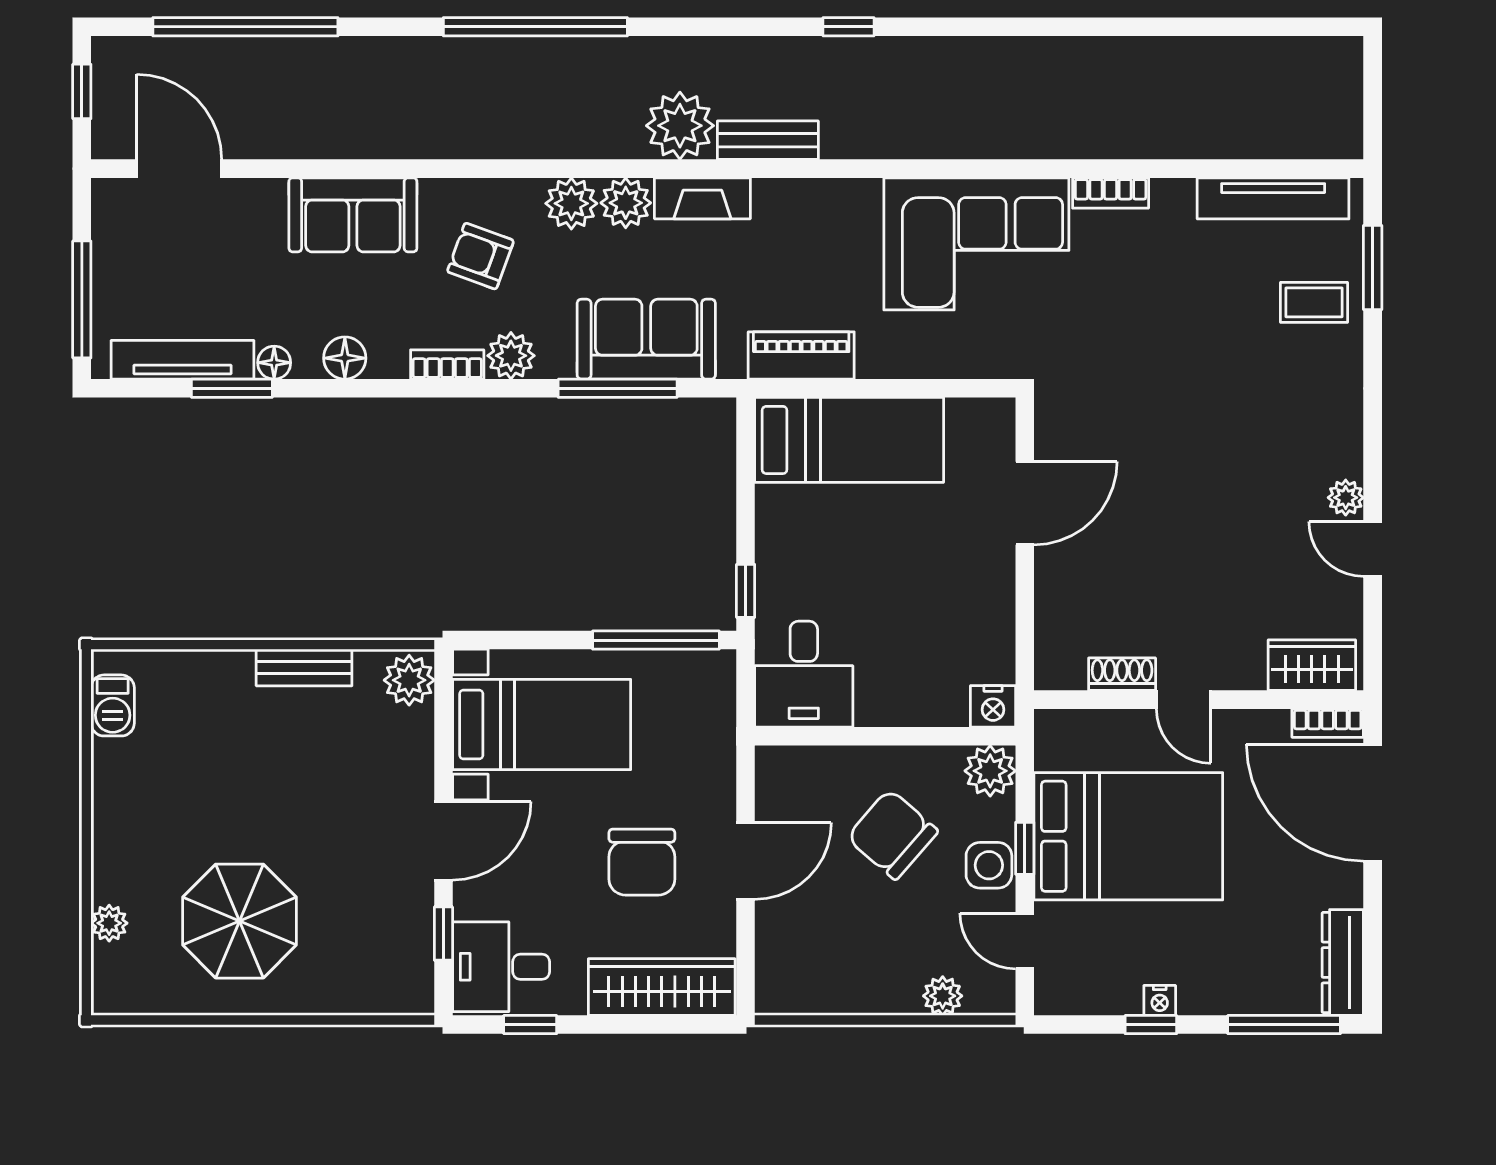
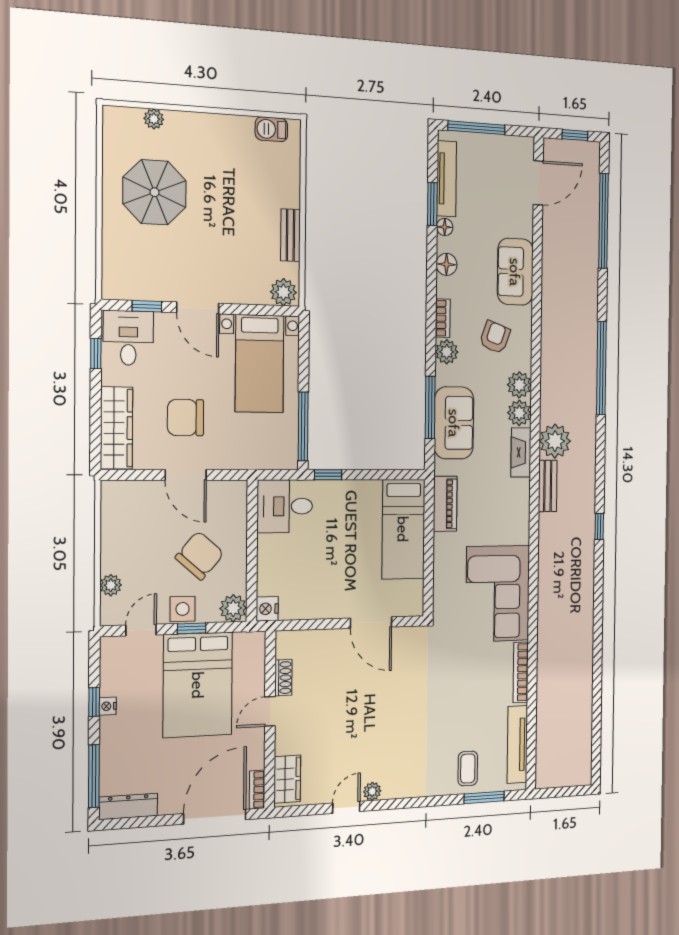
bookcase: (1111, 193) -> (521, 672), width x1.56

